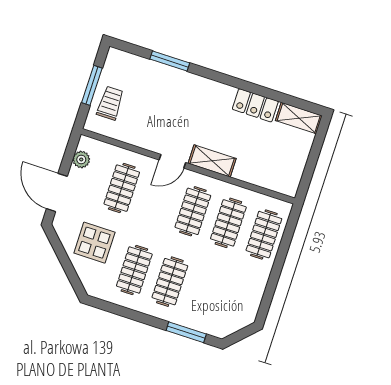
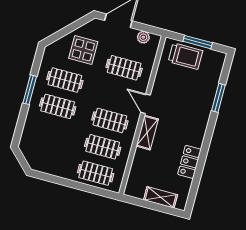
trolley: (110, 103) -> (185, 56), width x1.36, depth x1.39
shelving: (299, 118) -> (161, 197), moved, turned 90
window: (186, 332) -> (30, 90), moved

